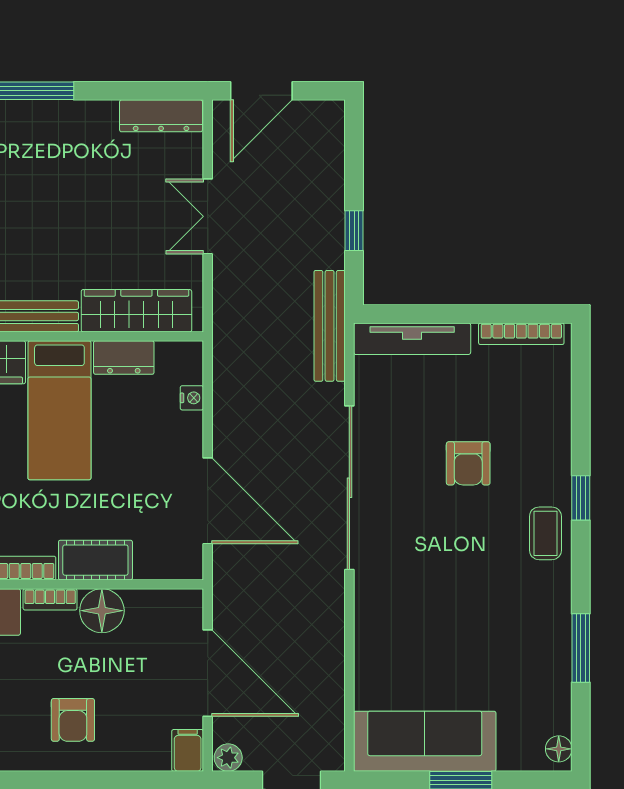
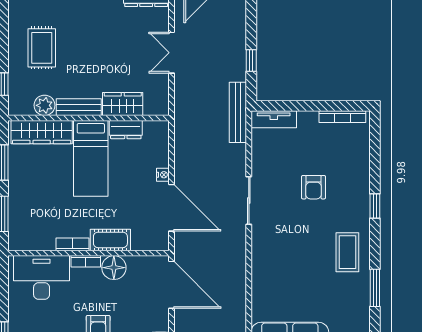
wardrobe: (136, 311) -> (123, 104), width x0.67
tv unit: (412, 339) -> (274, 119), width x0.71
nightstand: (192, 398) -> (163, 175), moved
sliding door: (349, 488) -> (249, 201), width x0.54
coffee table: (545, 533) -> (347, 252), moved, width x1.36, depth x1.30
door: (208, 673) -> (172, 285), moved

